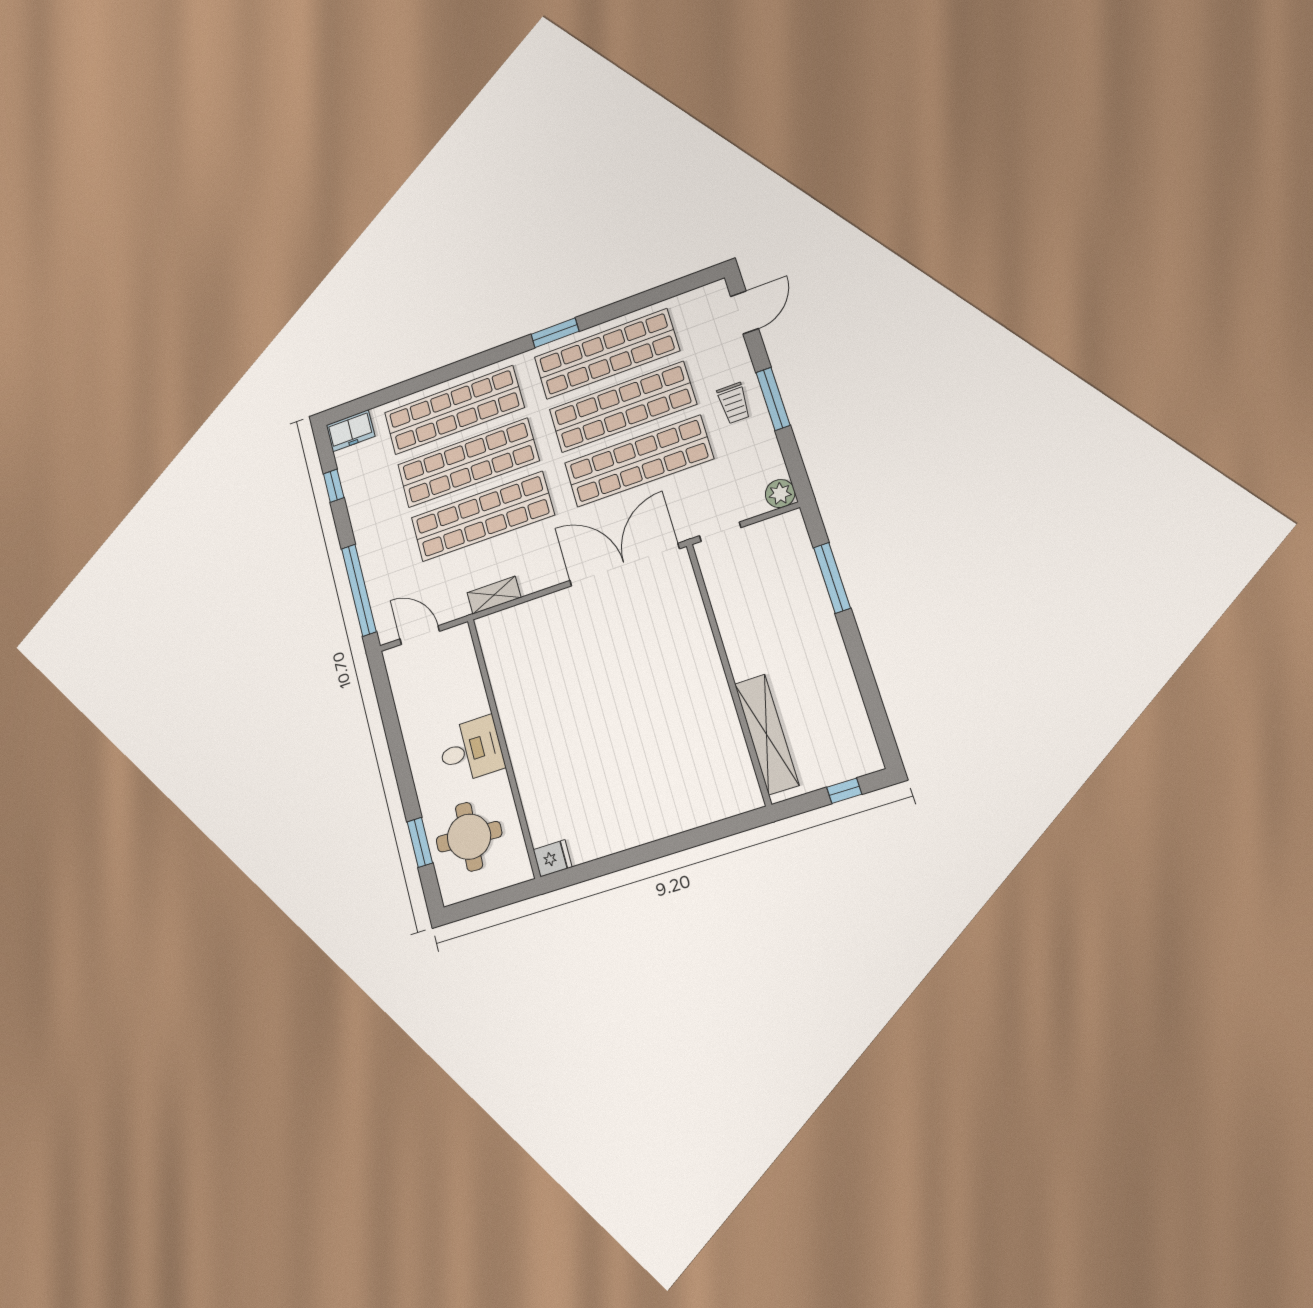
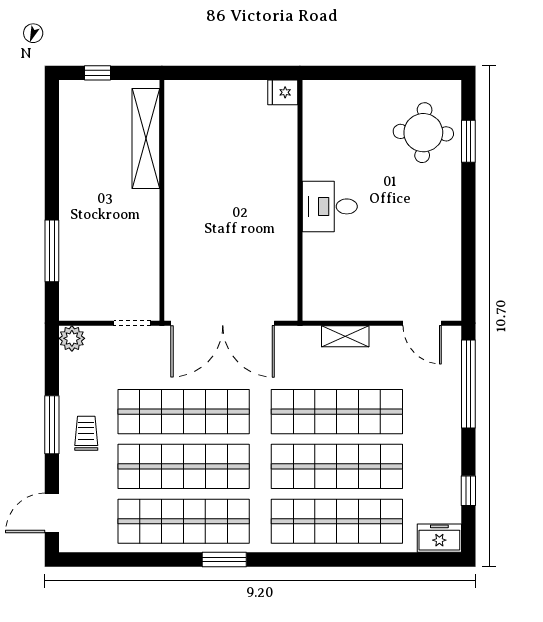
wall: (503, 746) -> (300, 200), moved
desk: (471, 750) -> (330, 206), moved
fridge: (553, 858) -> (283, 92), moved

